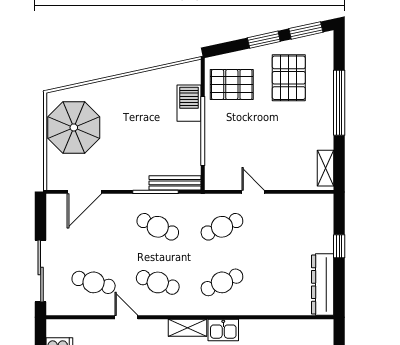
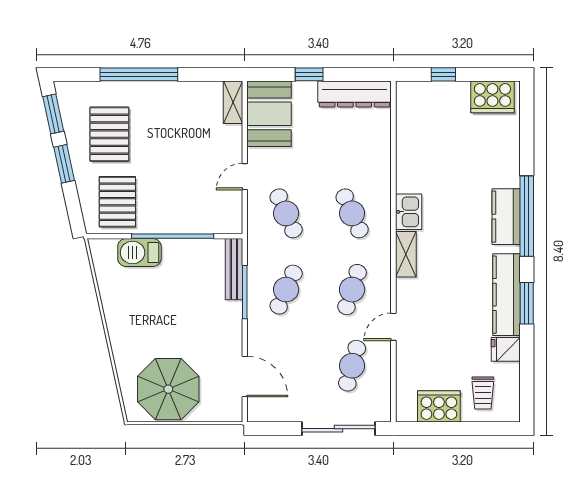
pallet: (289, 78) -> (109, 134), turned 90
shelving: (326, 168) -> (233, 102), moved, turned 90
booth: (306, 212) -> (269, 114), added

